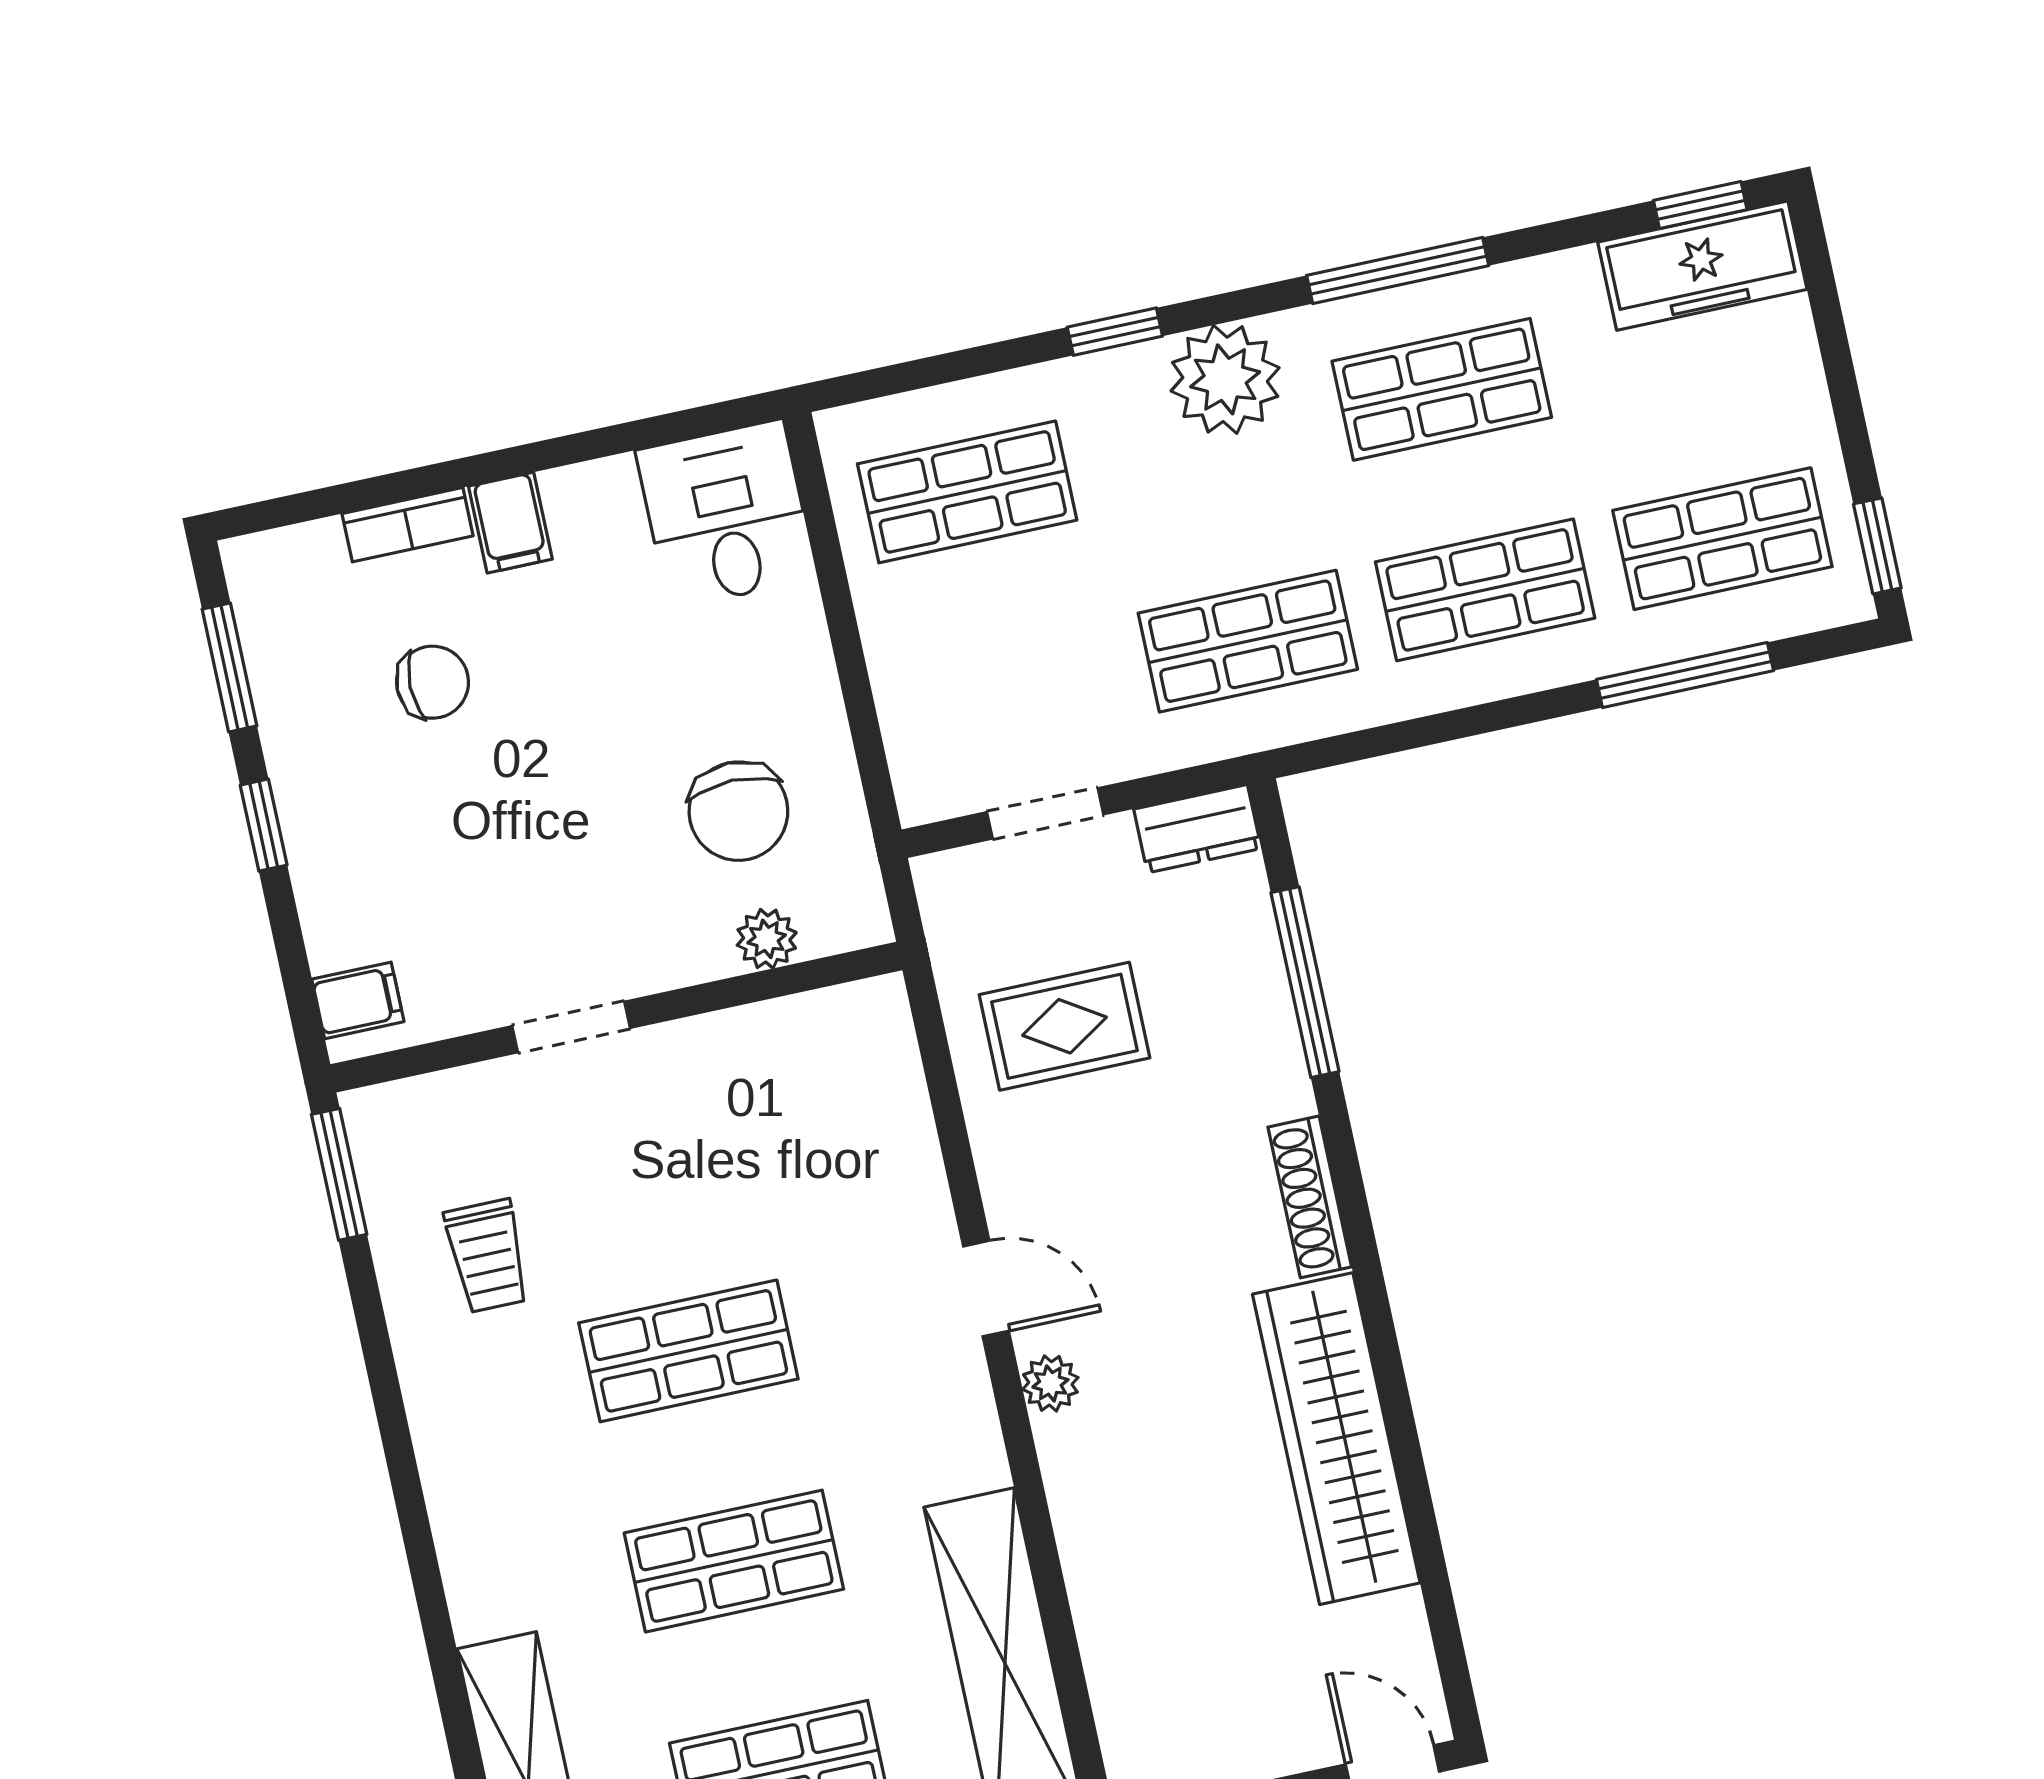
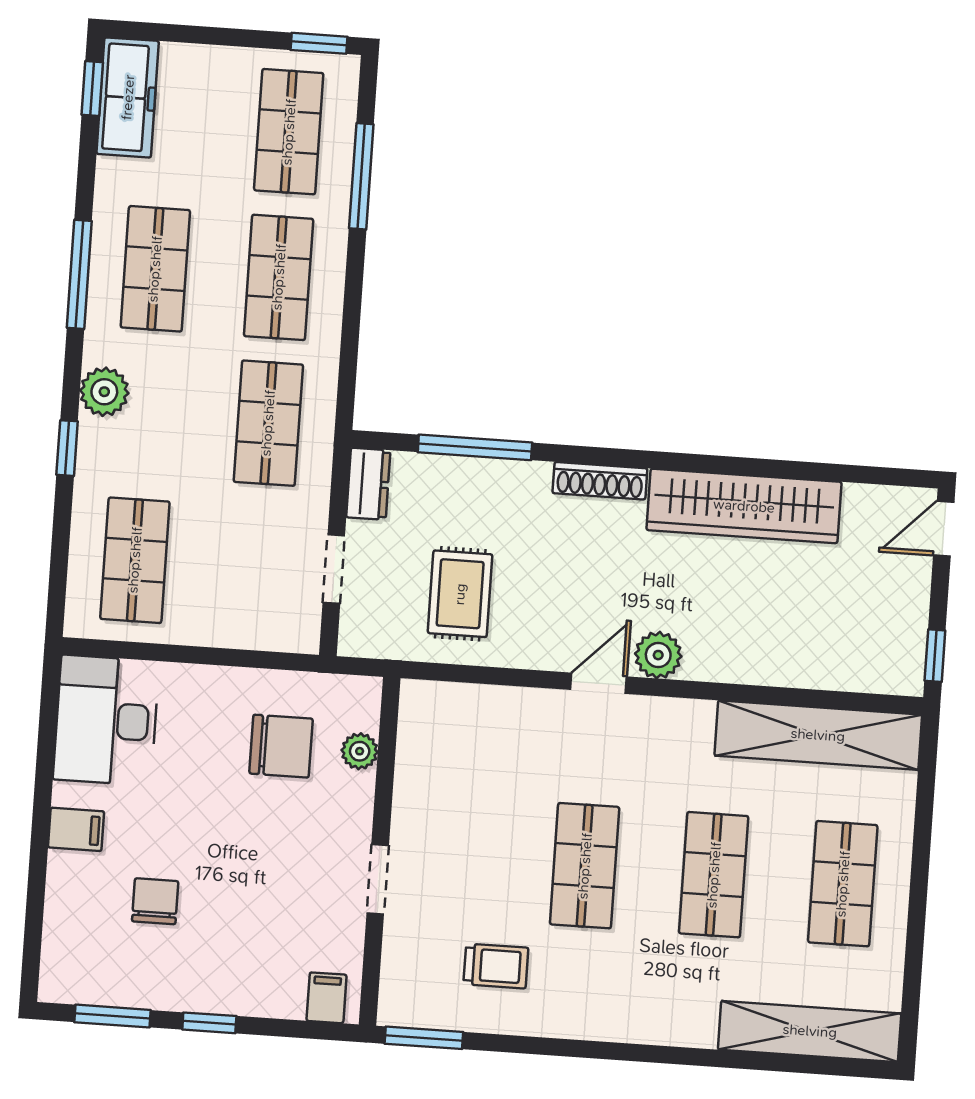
plant: (1225, 379) -> (104, 392), width x0.73, depth x0.73
desk: (726, 514) -> (106, 720), width x1.37
bookcase: (408, 525) -> (60, 889), removed
plant: (1050, 1383) -> (658, 655), width x1.38, depth x1.38

